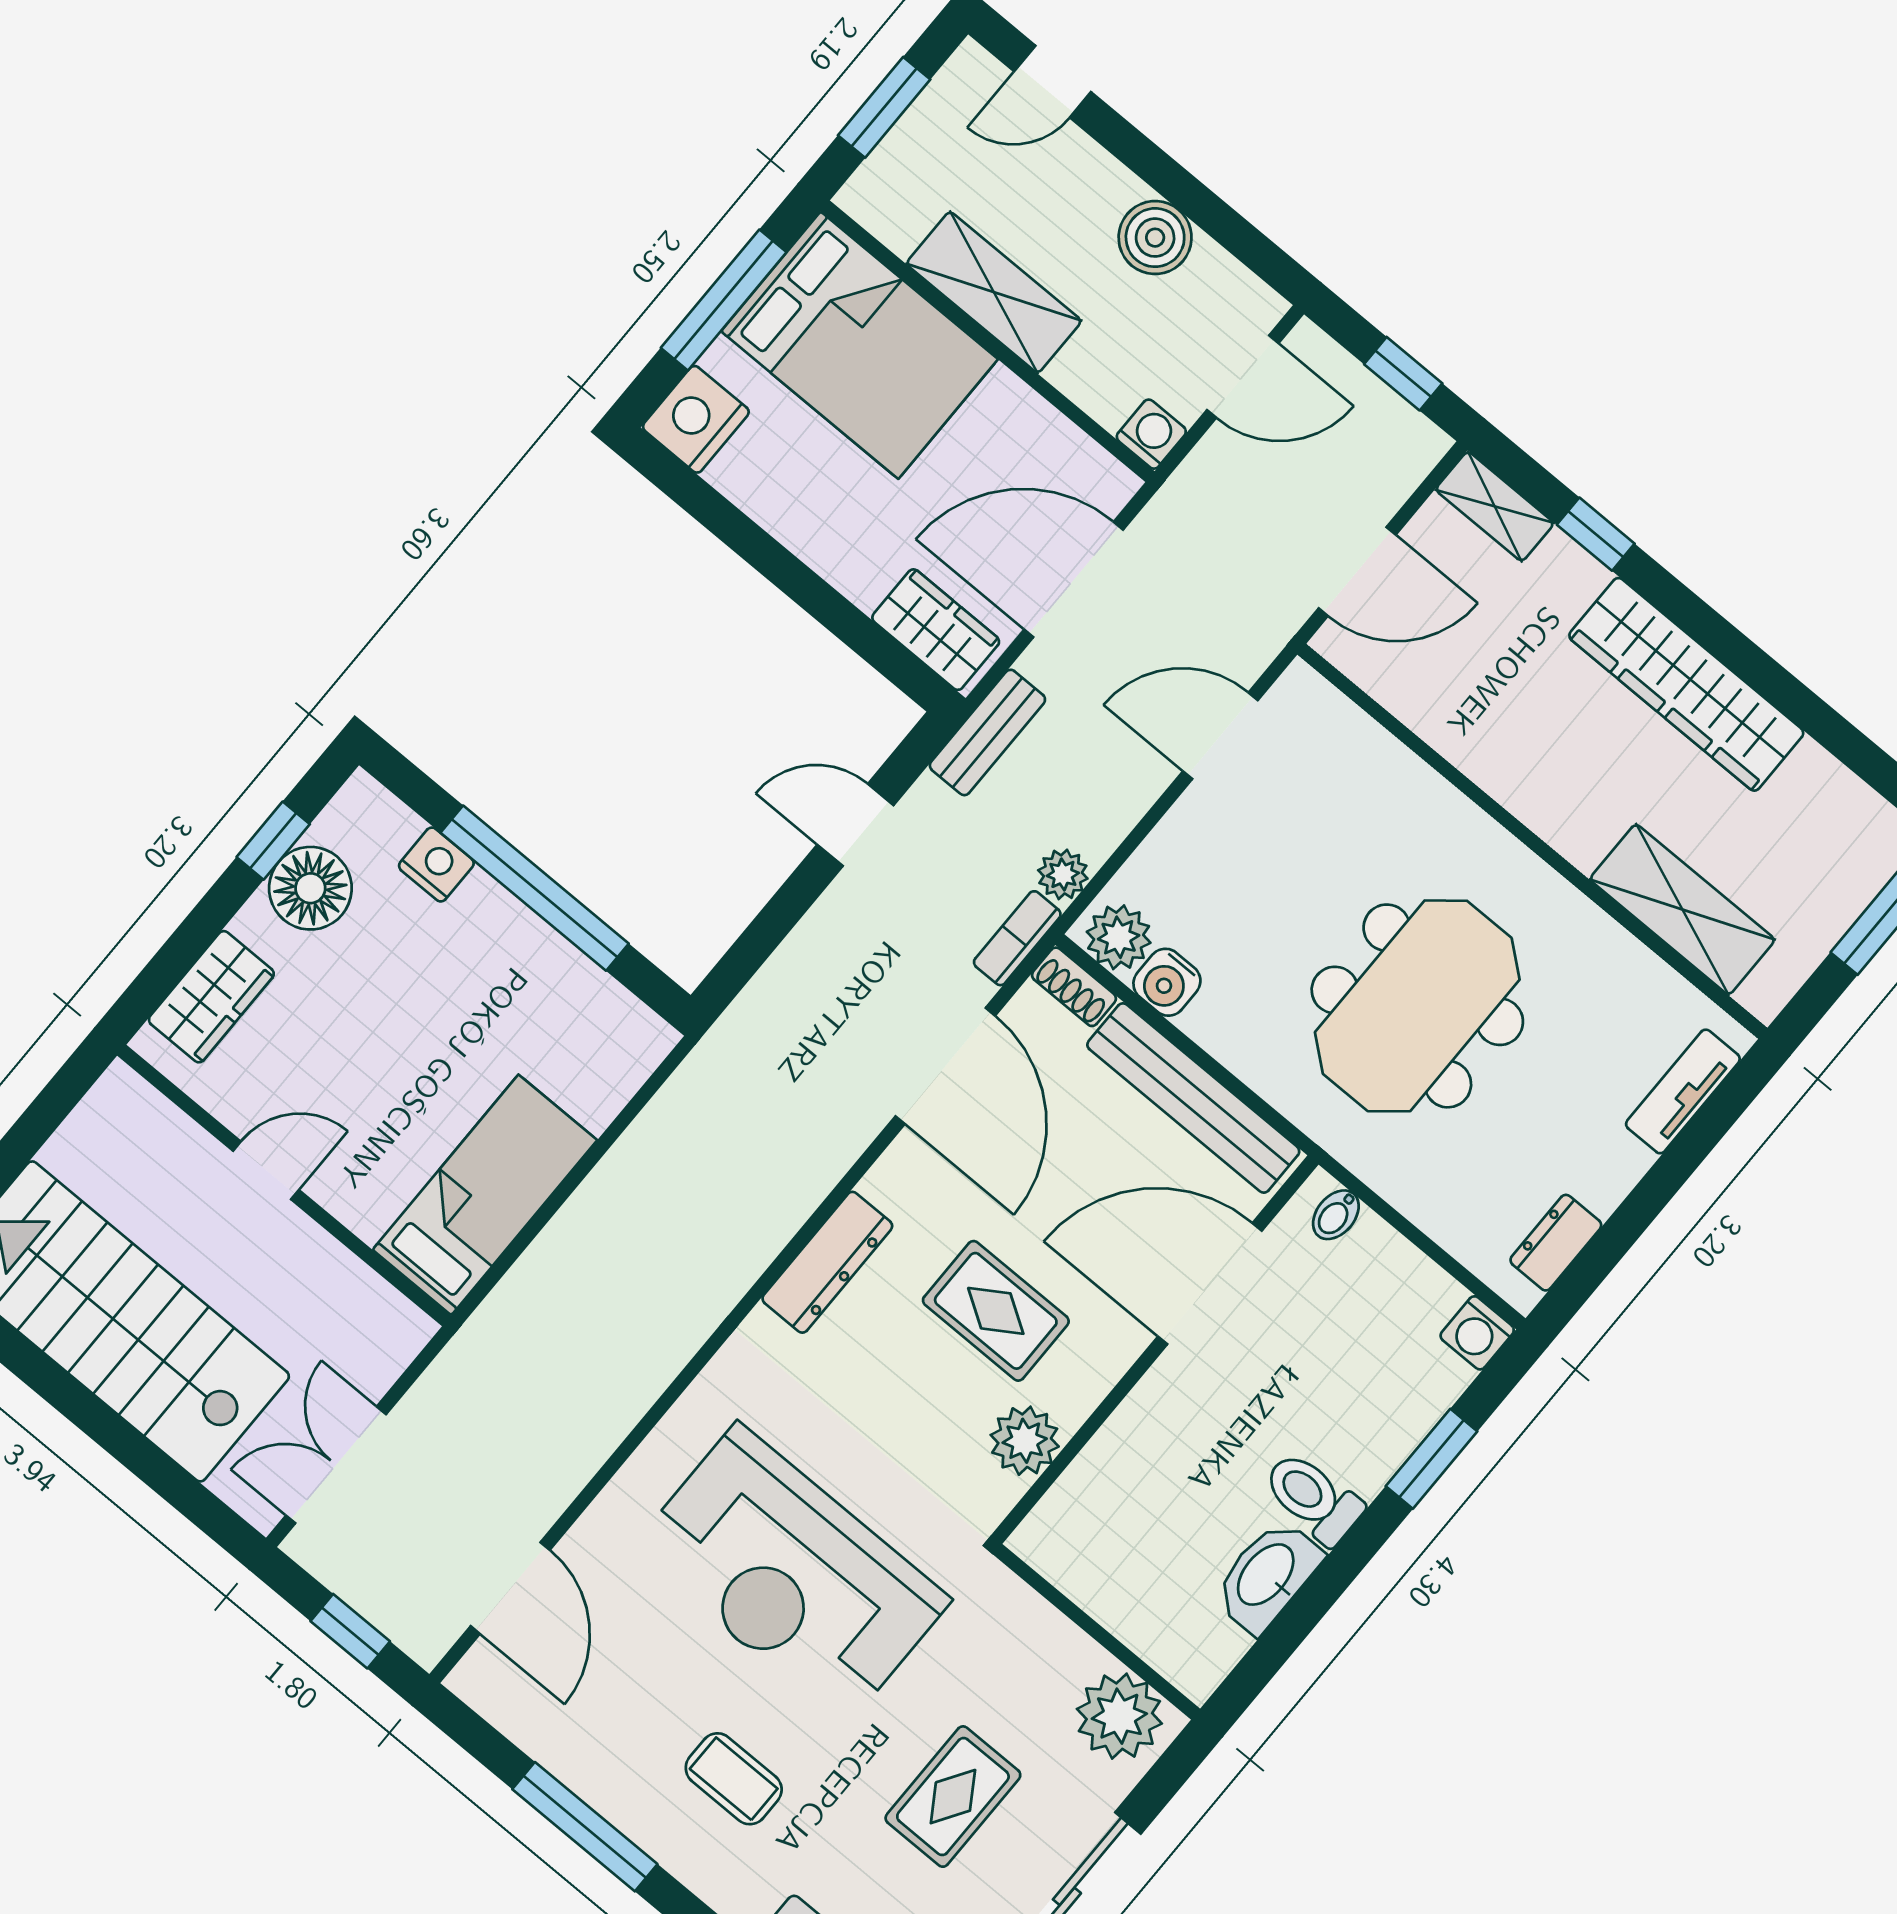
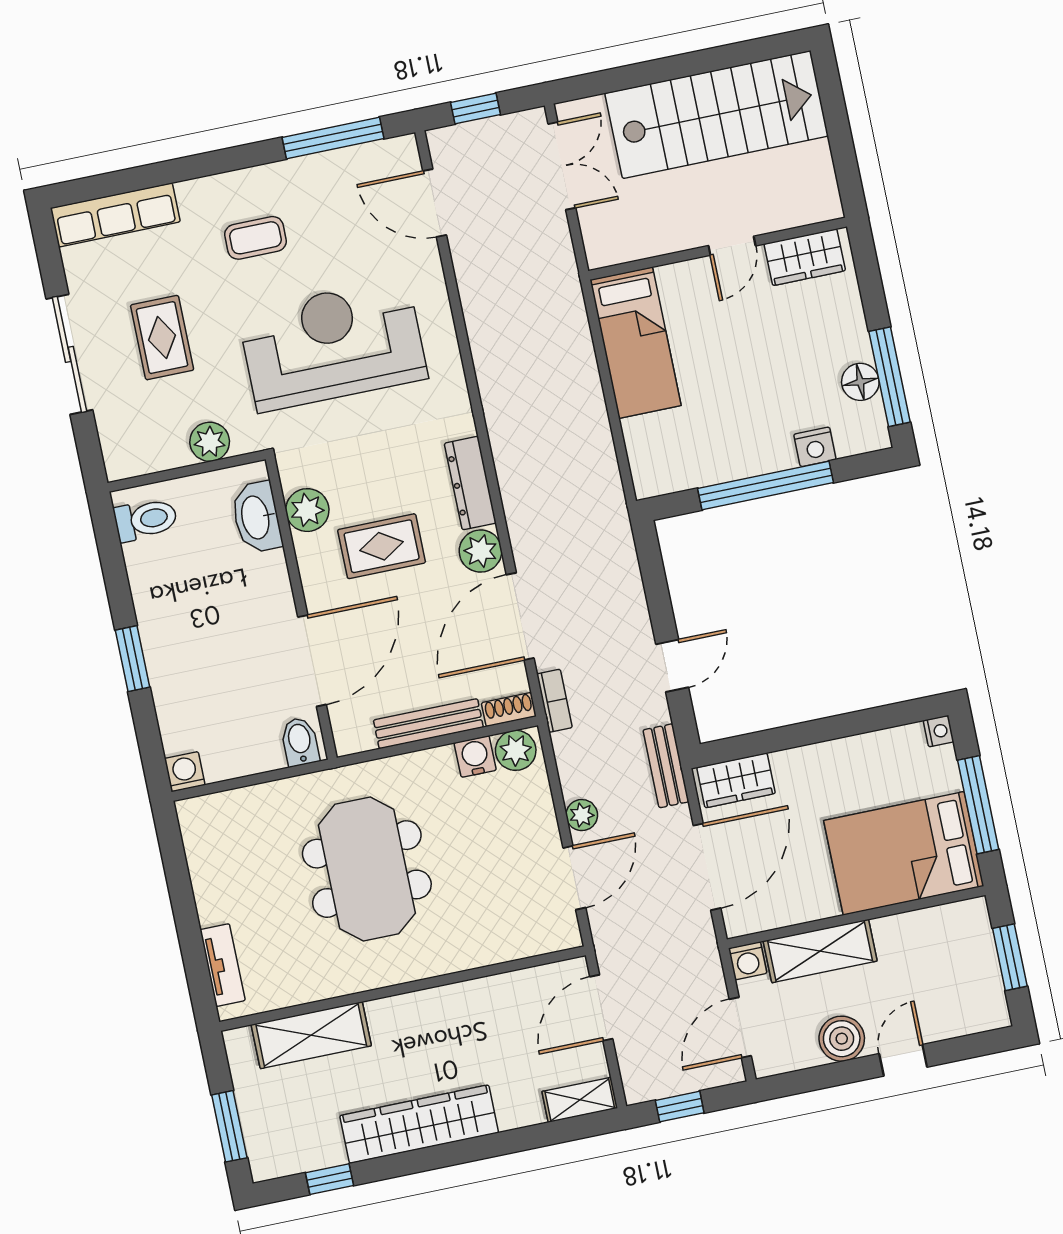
door: (1053, 82) -> (903, 1060), moved
shelving: (994, 292) -> (820, 951), moved
nightstand: (696, 419) -> (939, 731), width x0.53, depth x0.56
window: (1596, 534) -> (330, 1179), moved
window: (273, 841) -> (890, 377), width x2.17
plant: (1063, 874) -> (582, 815), moved
floor lamp: (310, 888) -> (860, 382), width x0.73, depth x0.73
wardrobe: (211, 997) -> (805, 257), moved, turned -90
door: (945, 1066) -> (520, 616), hinge flipped
bench: (1193, 1098) -> (428, 724), width x0.73, depth x0.82
plant: (903, 1181) -> (481, 551), added
bidet: (1336, 1215) -> (300, 742), width x1.38, depth x1.36
dresser: (1556, 1243) -> (198, 845), removed
window: (1432, 1459) -> (132, 659), moved
toilet: (1313, 1498) -> (146, 520), moved
washbasin: (1267, 1576) -> (257, 517), moved, turned 180
plant: (1119, 1716) -> (210, 442), moved, width x0.73, depth x0.73
window: (585, 1827) -> (333, 138), moved

